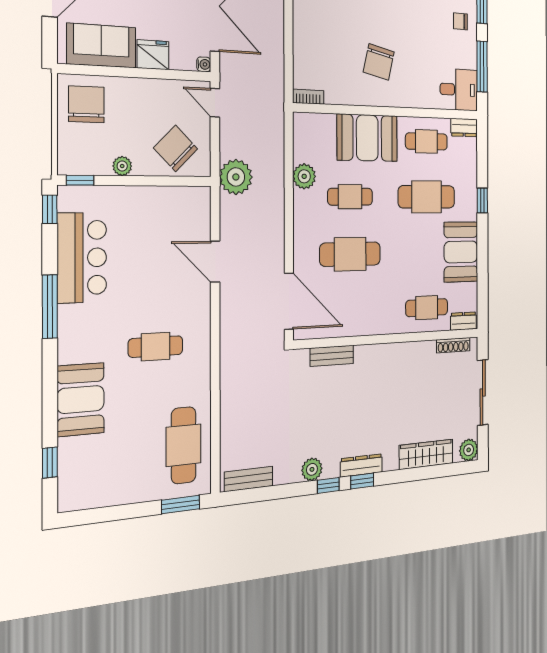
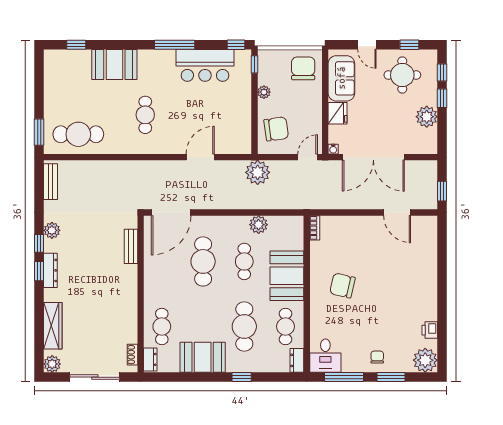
chair: (86, 104) -> (303, 68), turned -90
chair: (176, 148) -> (276, 129), turned 37
shoe rack: (453, 345) -> (132, 355), width x0.70

